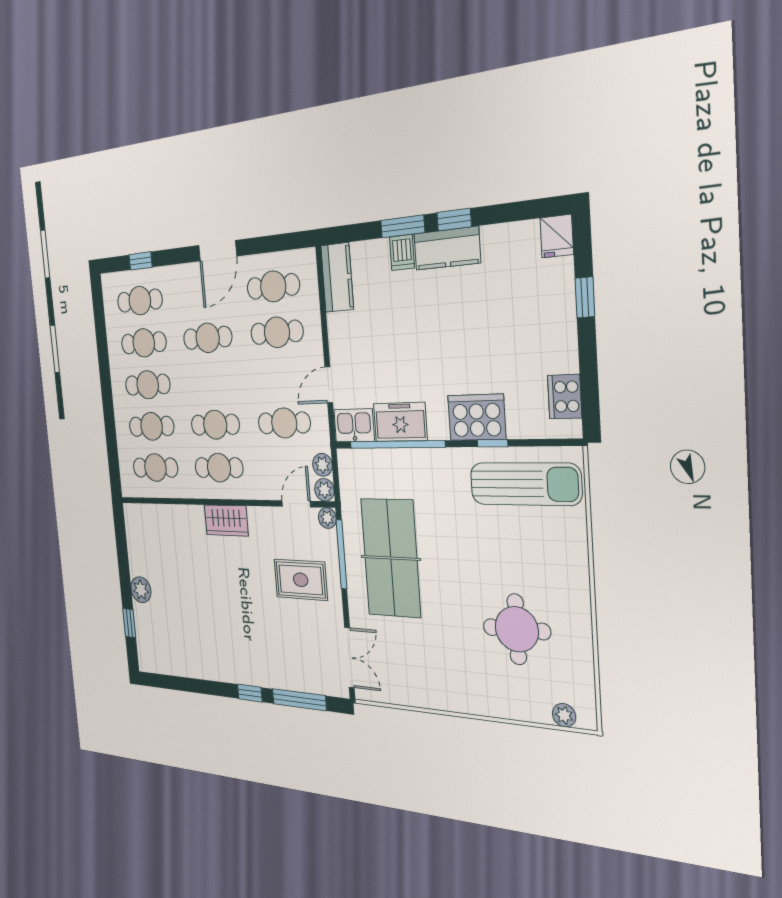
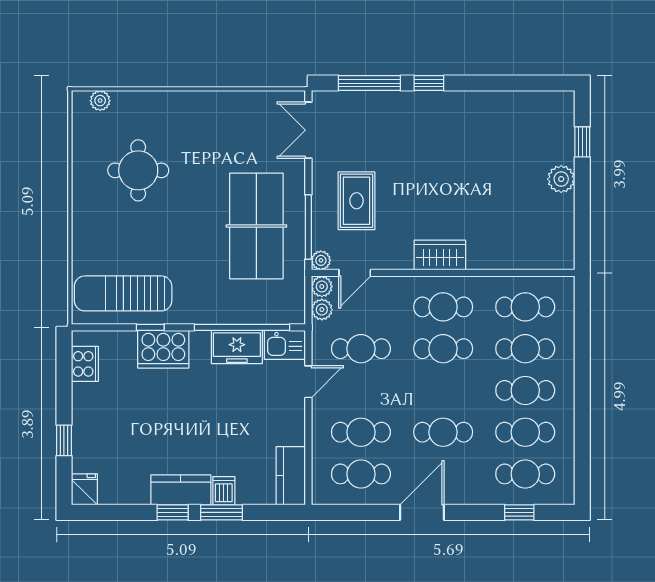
rug: (301, 580) -> (357, 201), turned 90

